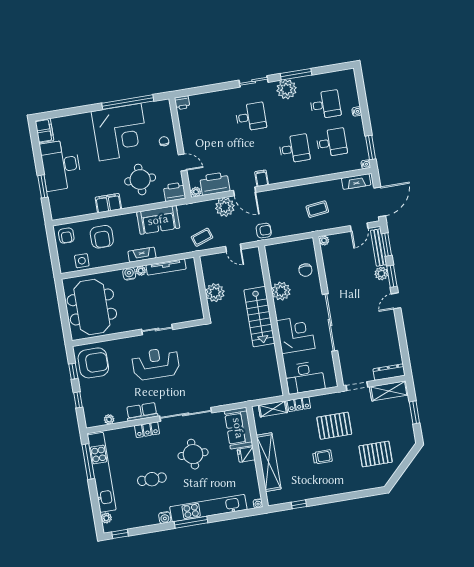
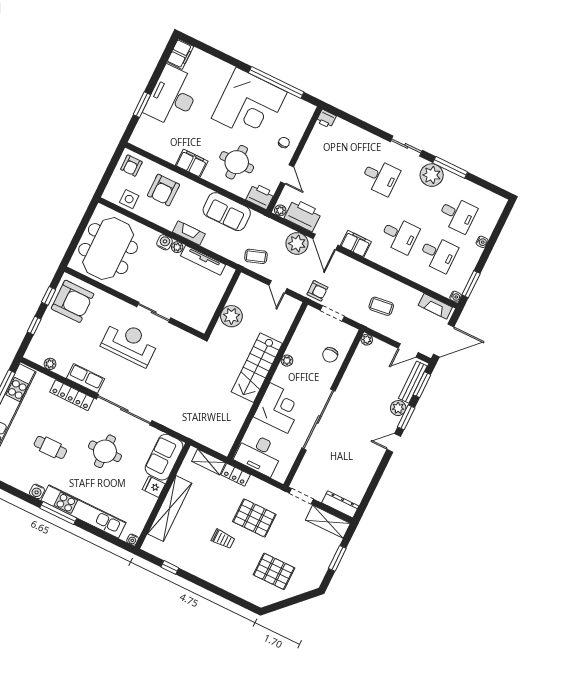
filing cabinet: (262, 178) -> (356, 244), width x2.00
doorway: (286, 239) -> (332, 313), added
plant: (281, 291) -> (287, 361), width x0.53, depth x0.53
locker: (147, 430) -> (72, 395), width x1.53

